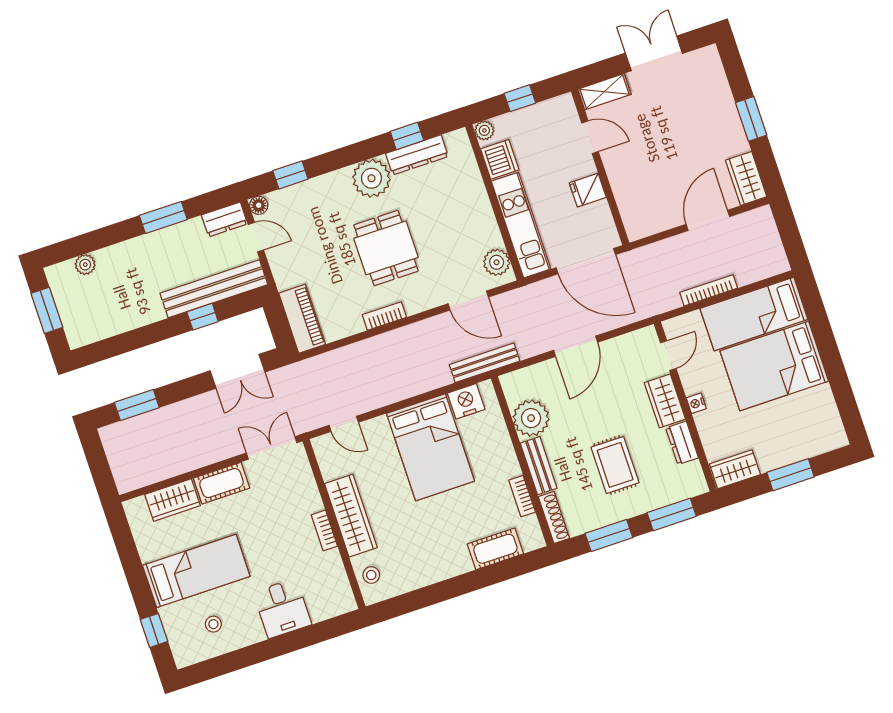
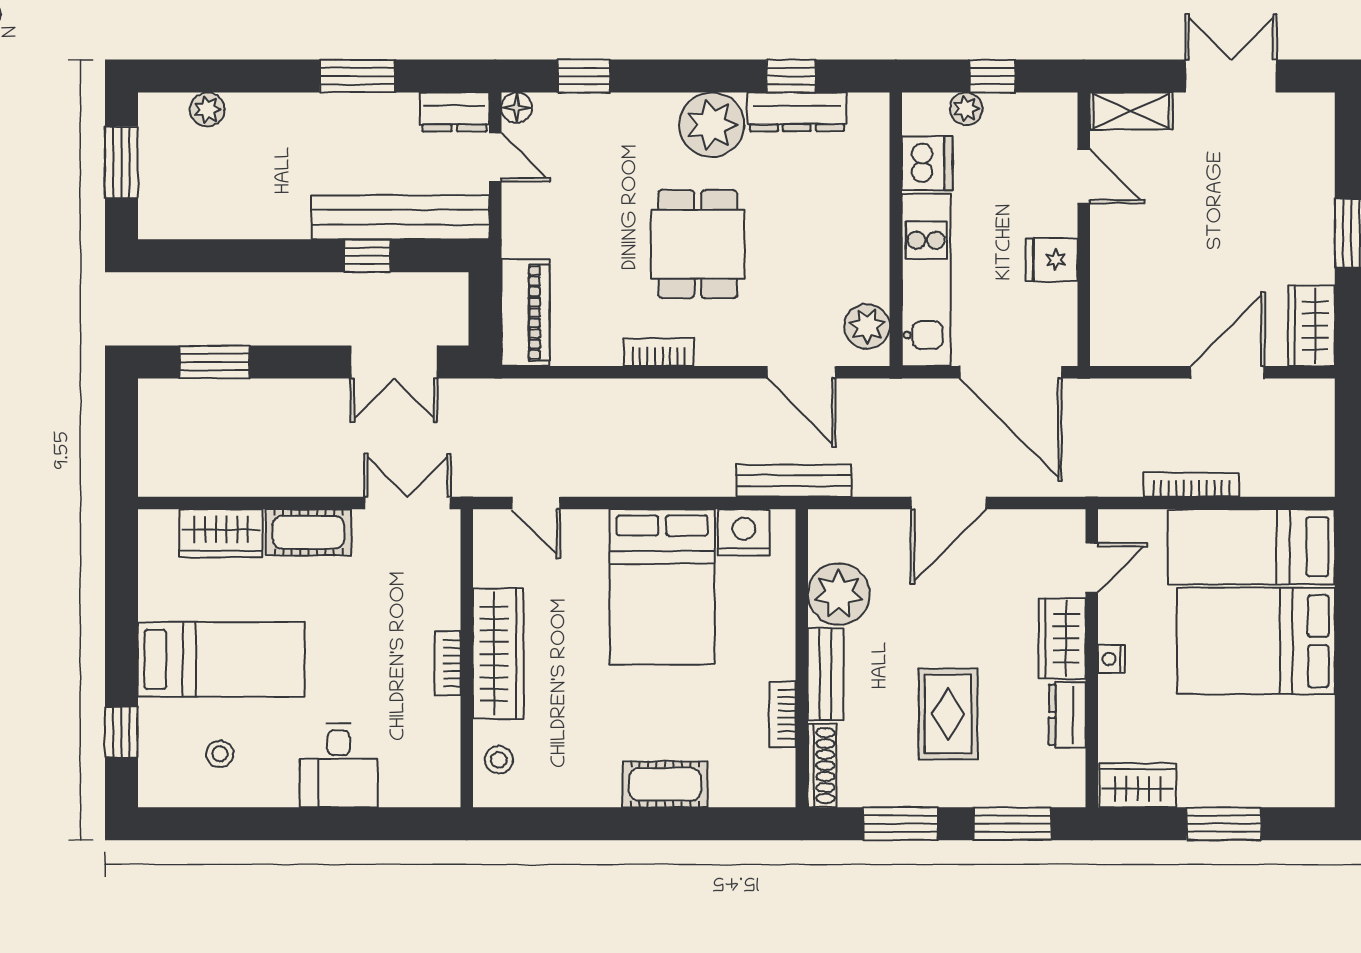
plant: (484, 130) -> (966, 109), moved
cot: (495, 549) -> (665, 784), moved

